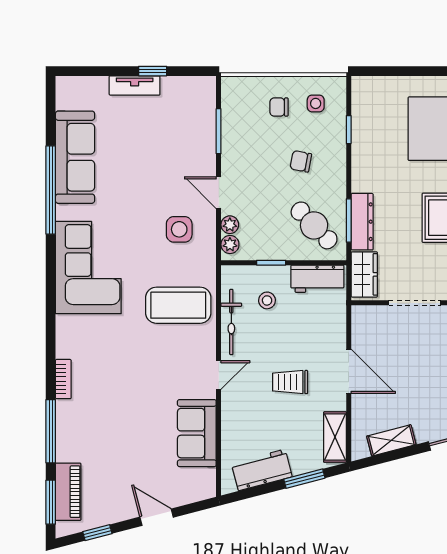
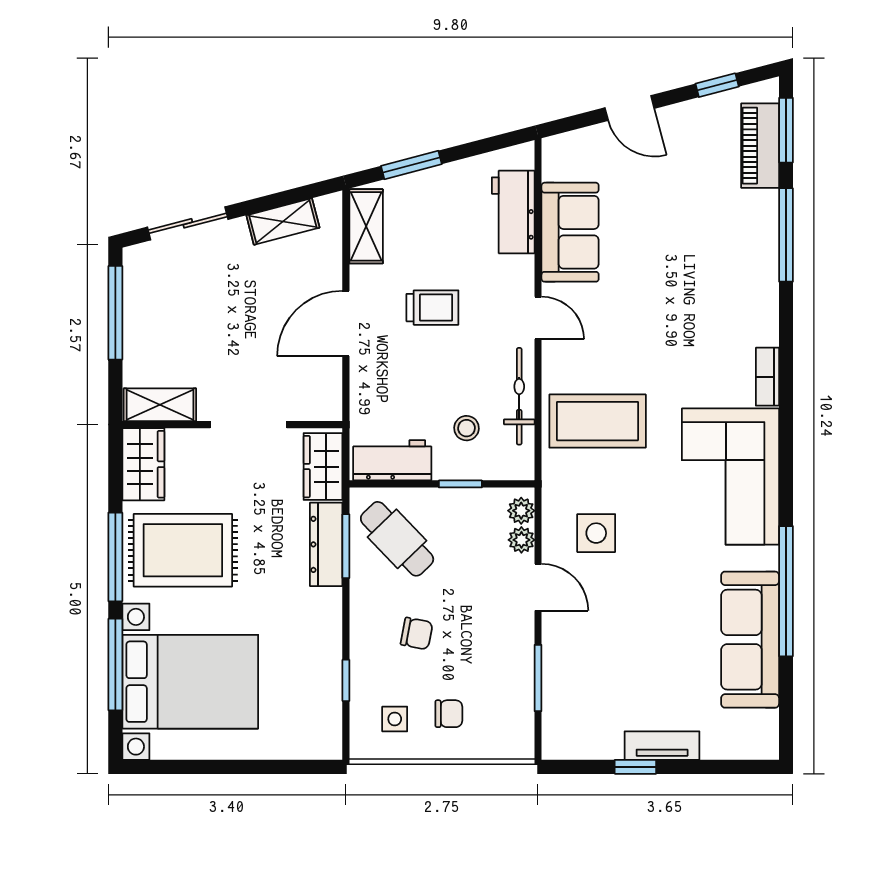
door: (349, 371) -> (346, 323), hinge flipped
door: (219, 375) -> (538, 318), swing flipped
bookcase: (63, 379) -> (767, 377), moved
workbench: (262, 470) -> (513, 212), moved, turned 105

